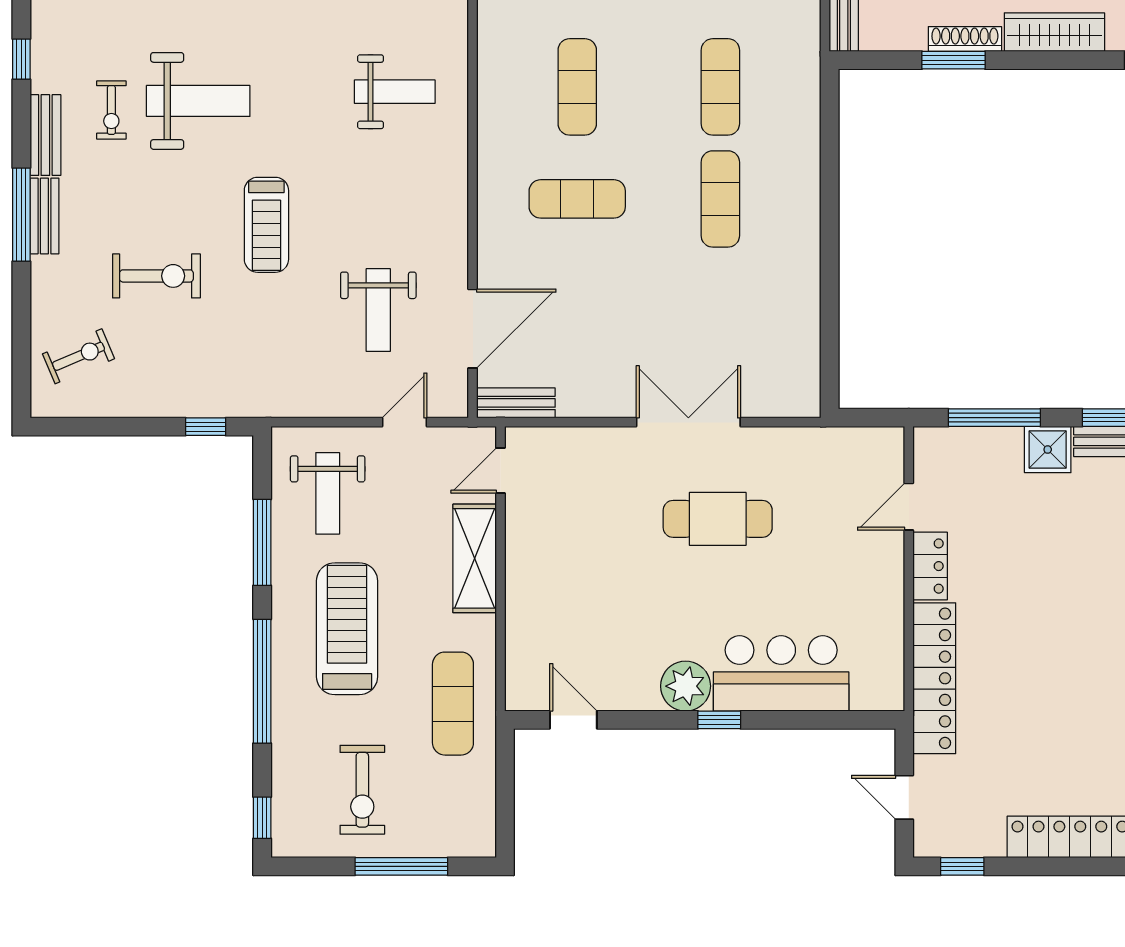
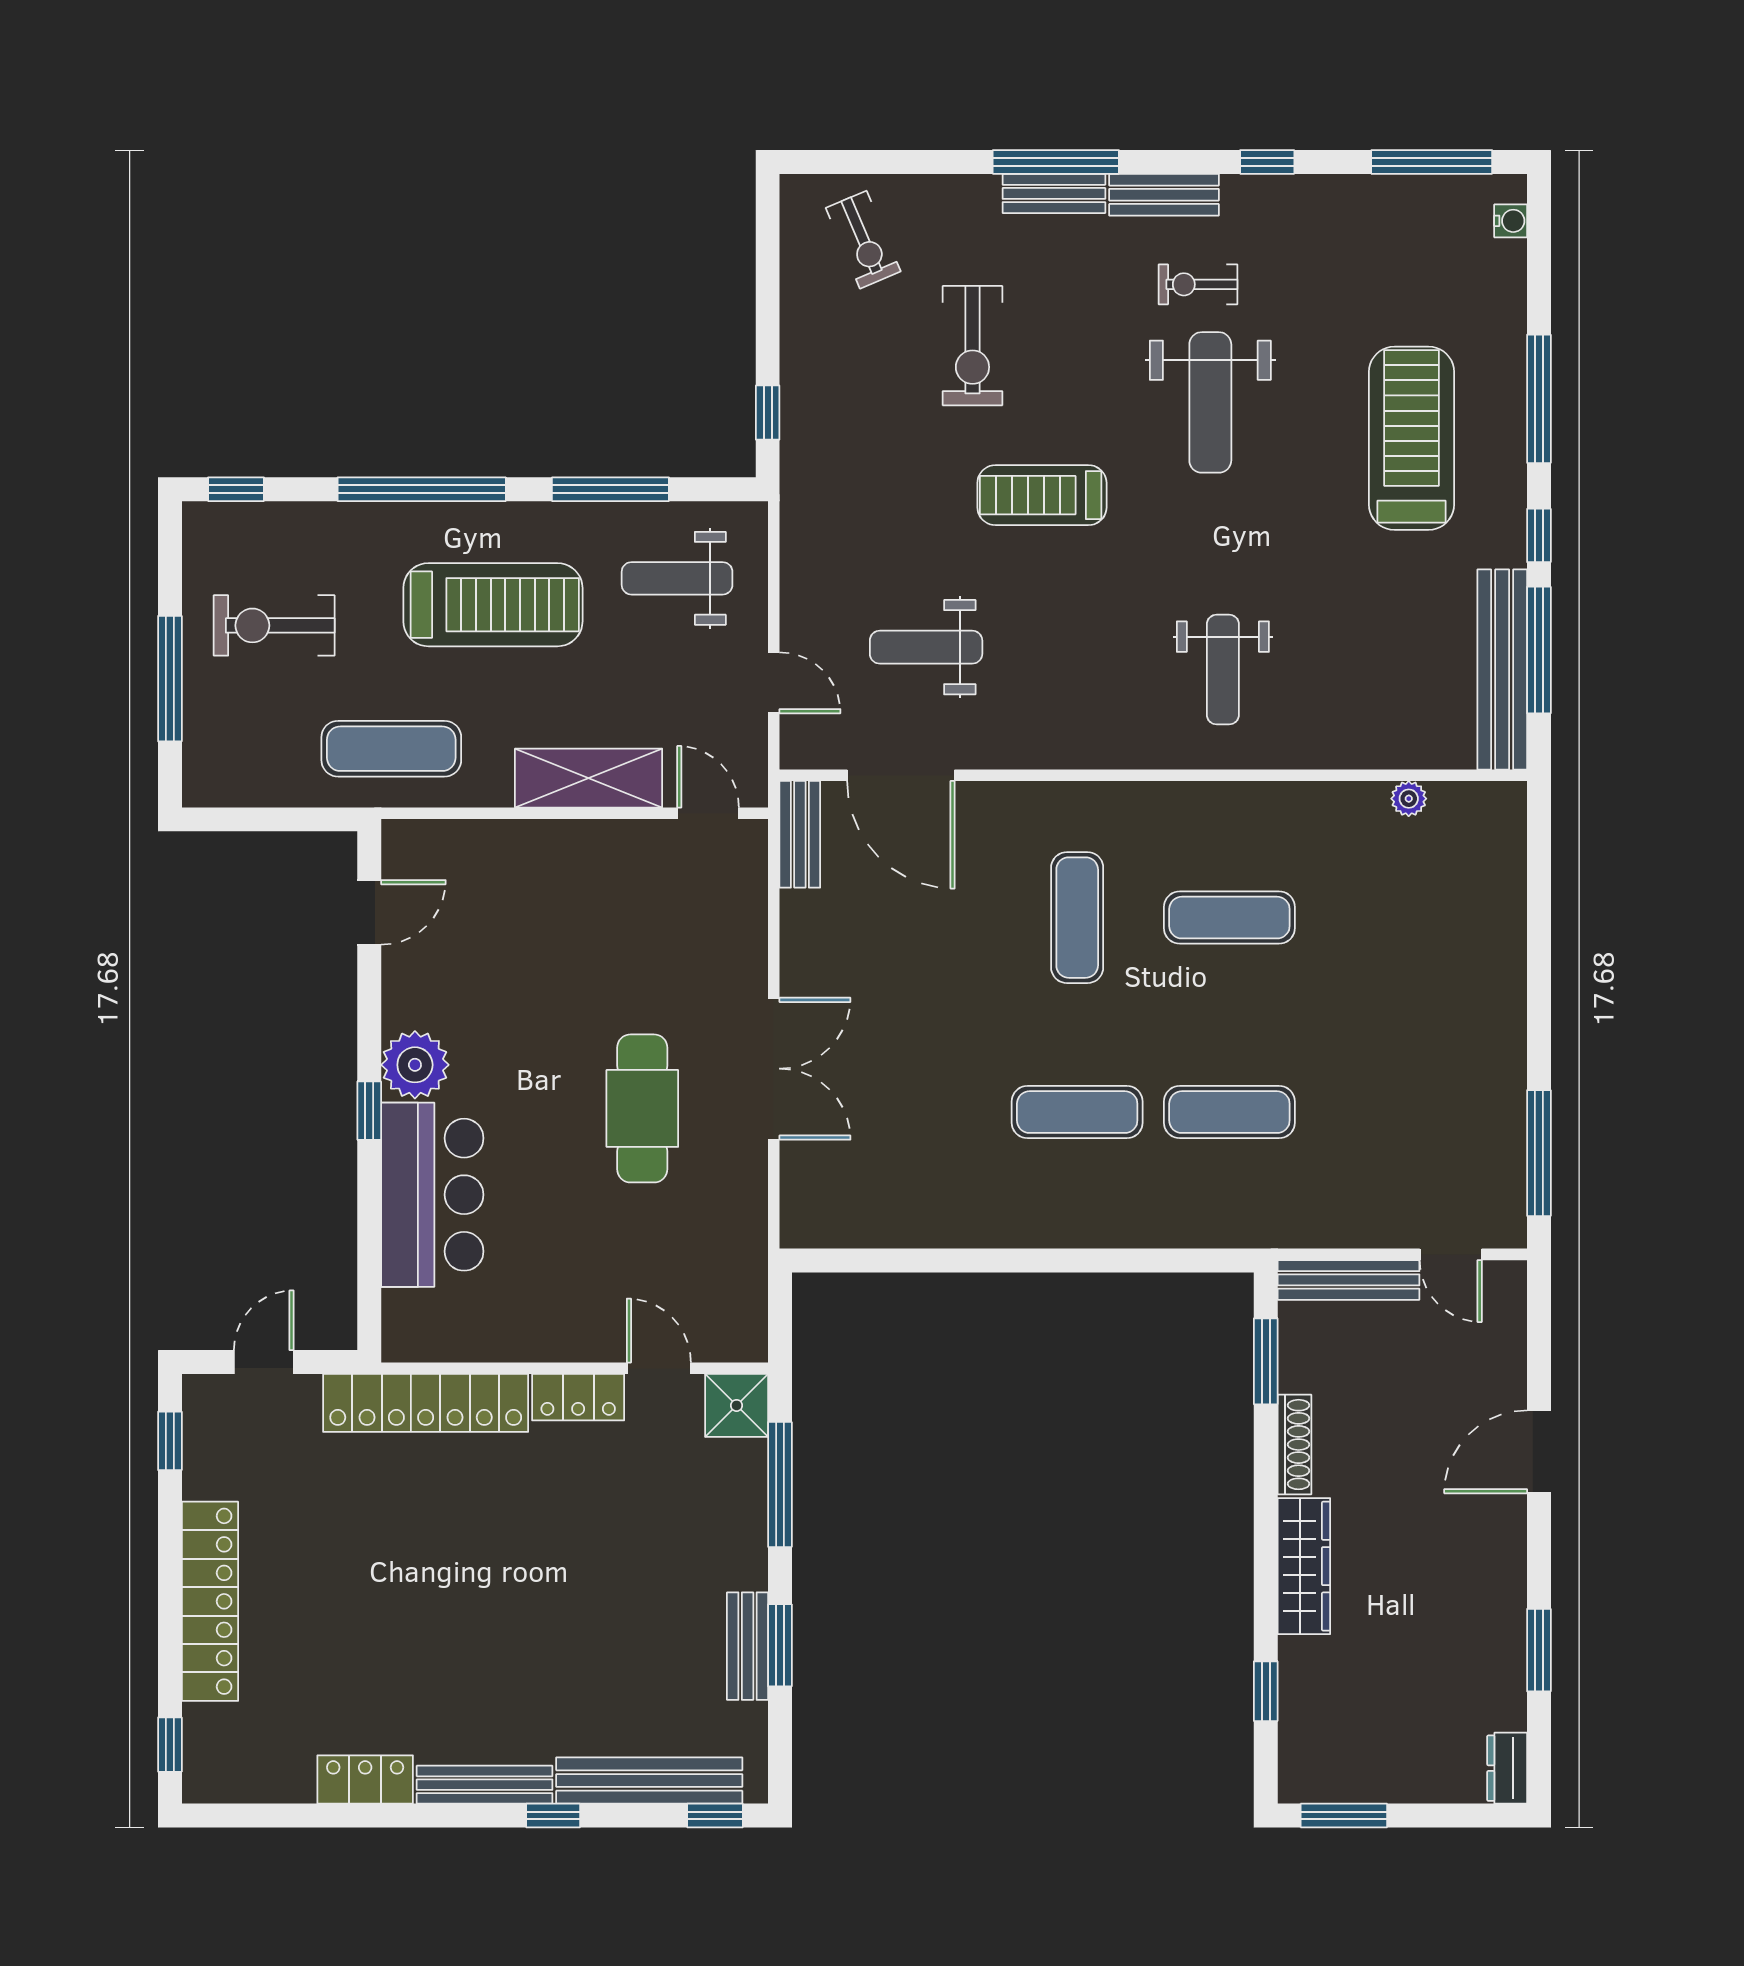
window: (954, 60) -> (1266, 1361), moved
shower: (1048, 450) -> (737, 1405), moved

